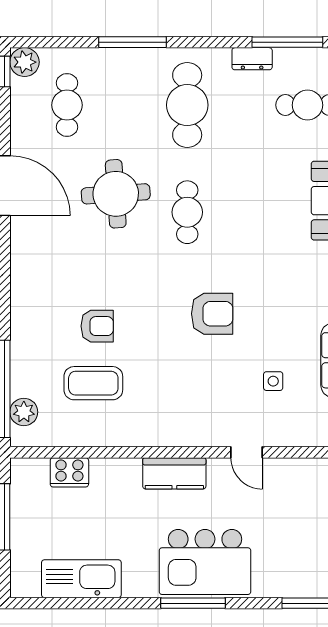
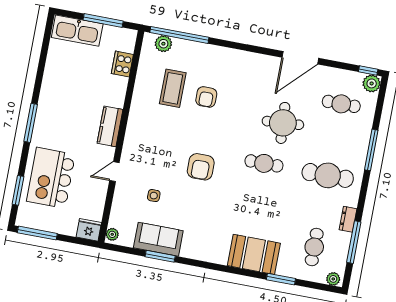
kitchen island: (205, 562) -> (51, 178), moved
kitchen sink: (81, 579) -> (77, 31), moved, turned 90

